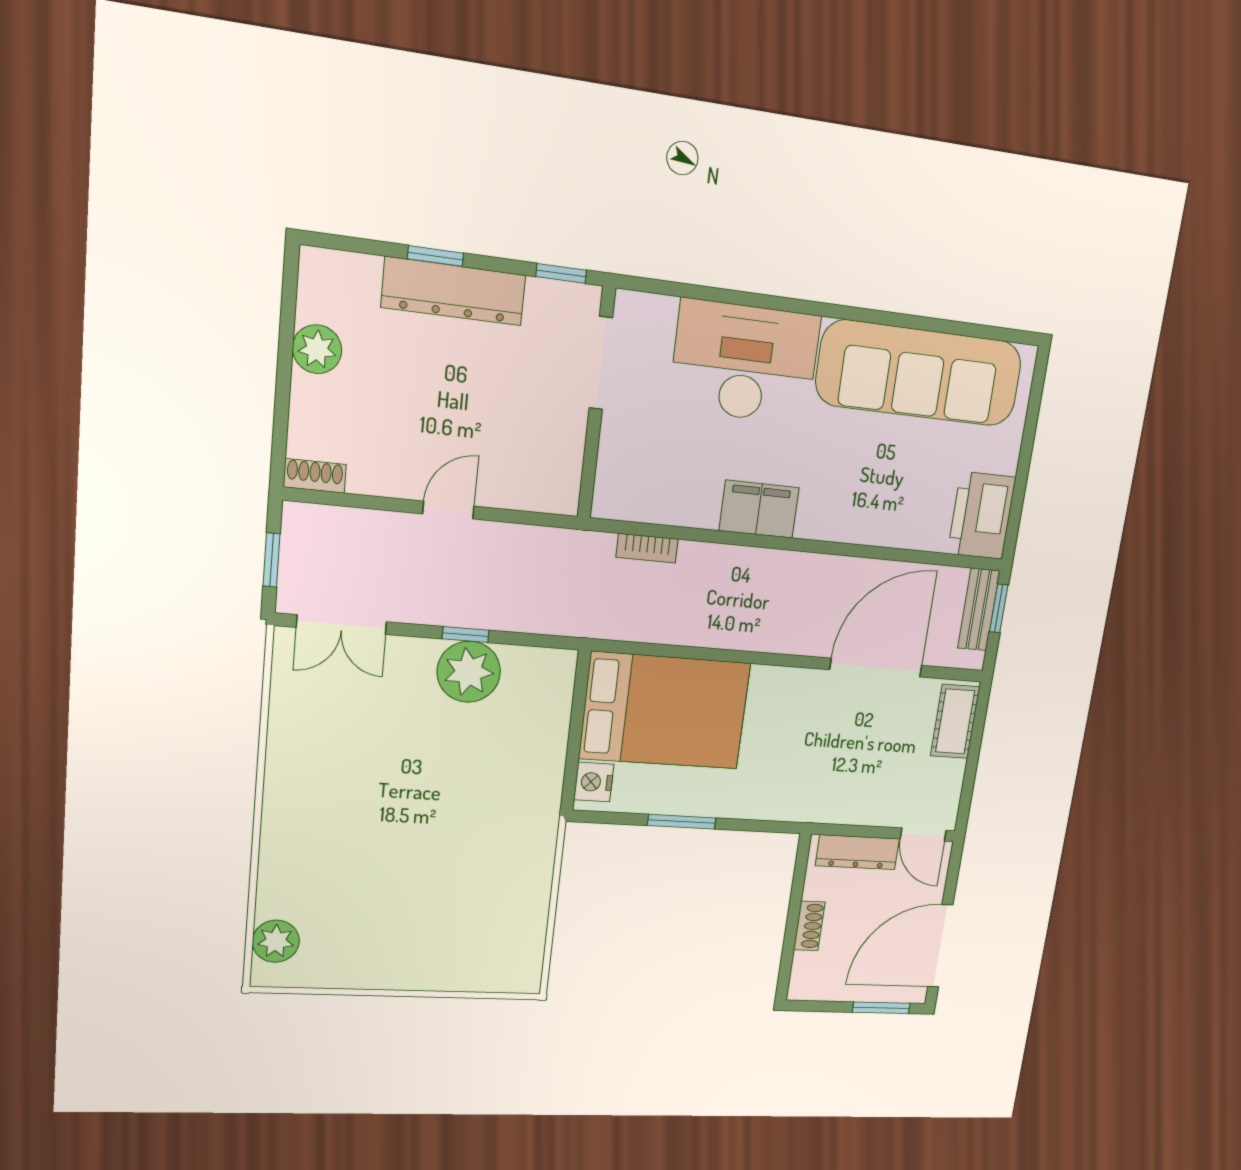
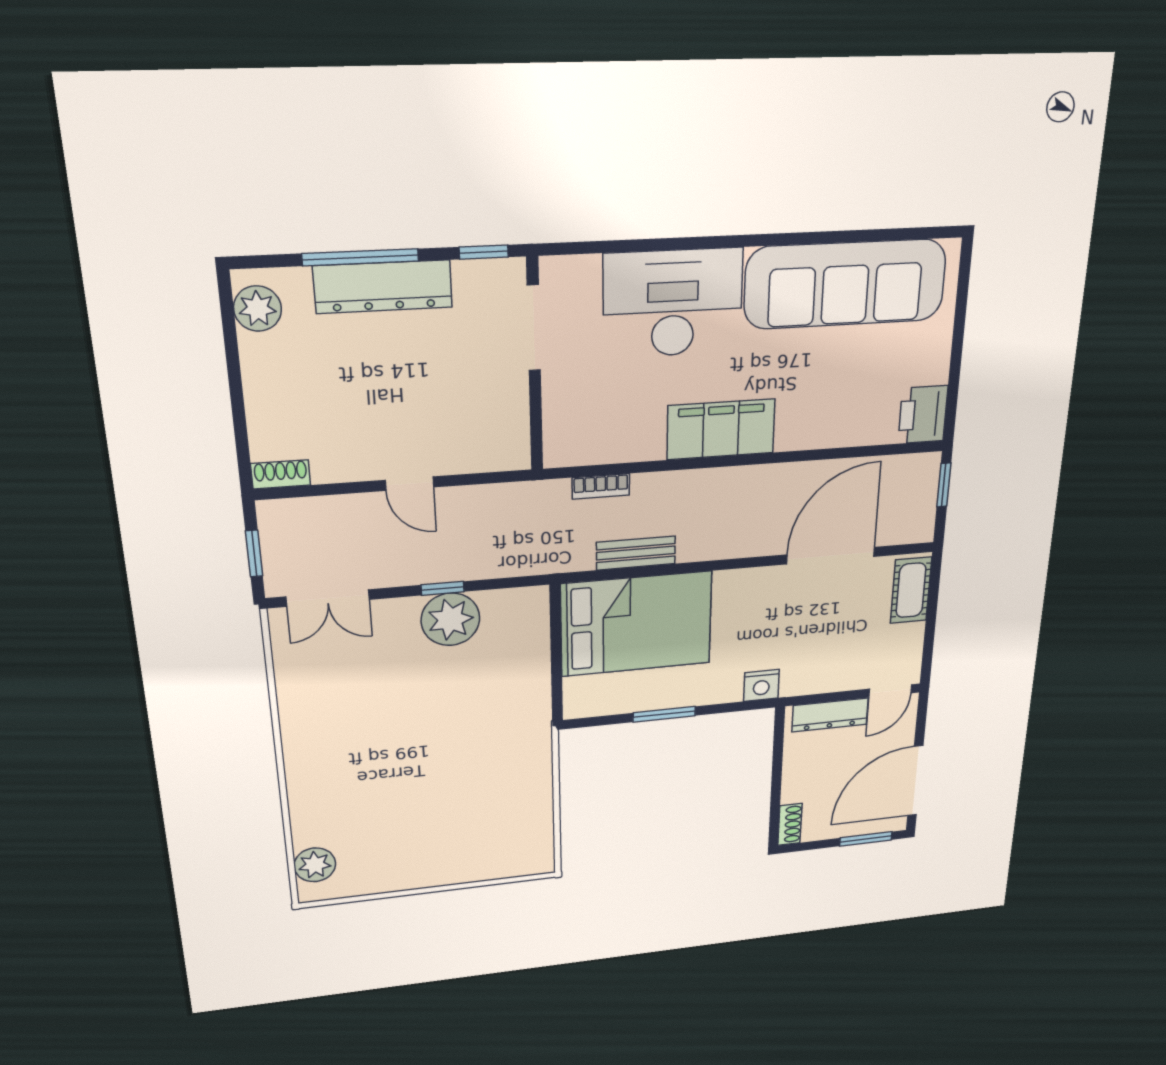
window: (435, 256) -> (360, 257), width x2.17
plant: (317, 349) -> (258, 309), moved
filing cabinet: (759, 509) -> (721, 429), width x1.50, depth x1.17
door: (448, 510) -> (410, 484), swing flipped
printer: (982, 516) -> (923, 415), width x0.73, depth x0.84
bench: (979, 609) -> (636, 553), moved, turned 90
nightstand: (594, 782) -> (761, 685), moved, turned -90
door: (923, 835) -> (890, 691), hinge flipped
shoe rack: (809, 926) -> (790, 824), moved

